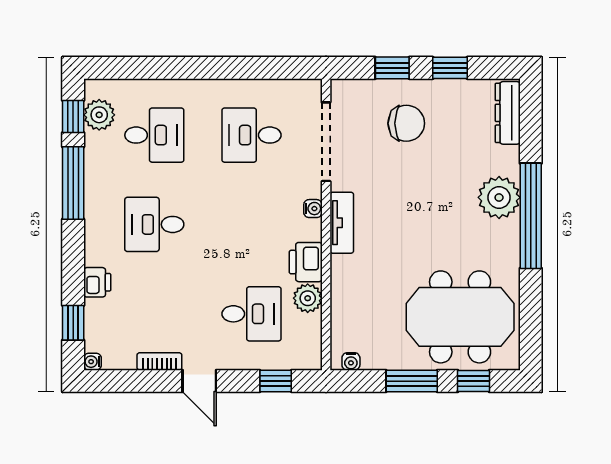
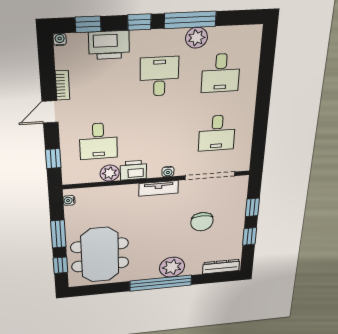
plant: (99, 115) -> (196, 38), moved
window: (73, 116) -> (139, 22), moved
chair: (406, 123) -> (202, 222), moved
desk: (252, 135) -> (217, 133), turned 180
printer: (97, 282) -> (109, 45), width x1.87, depth x1.48

